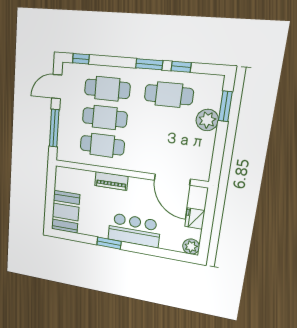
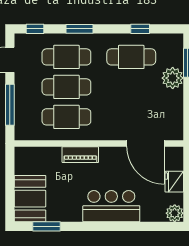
window: (149, 64) -> (79, 29), moved
window: (109, 243) -> (46, 226), moved

